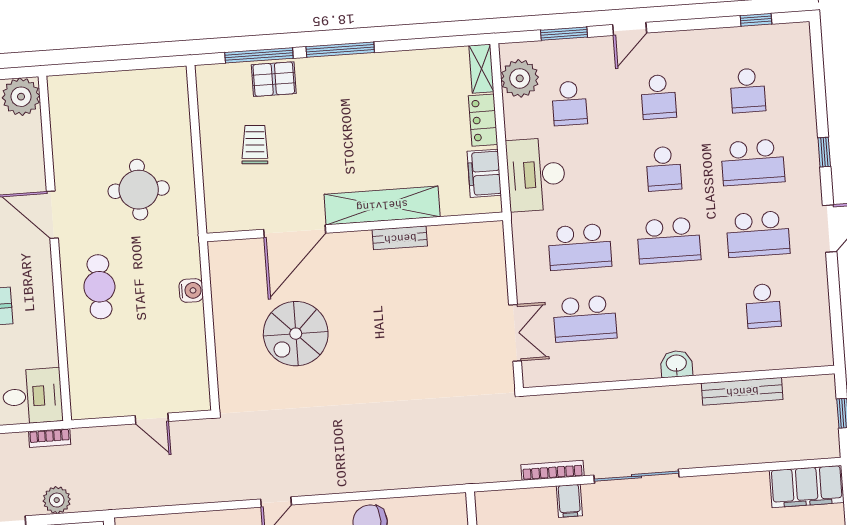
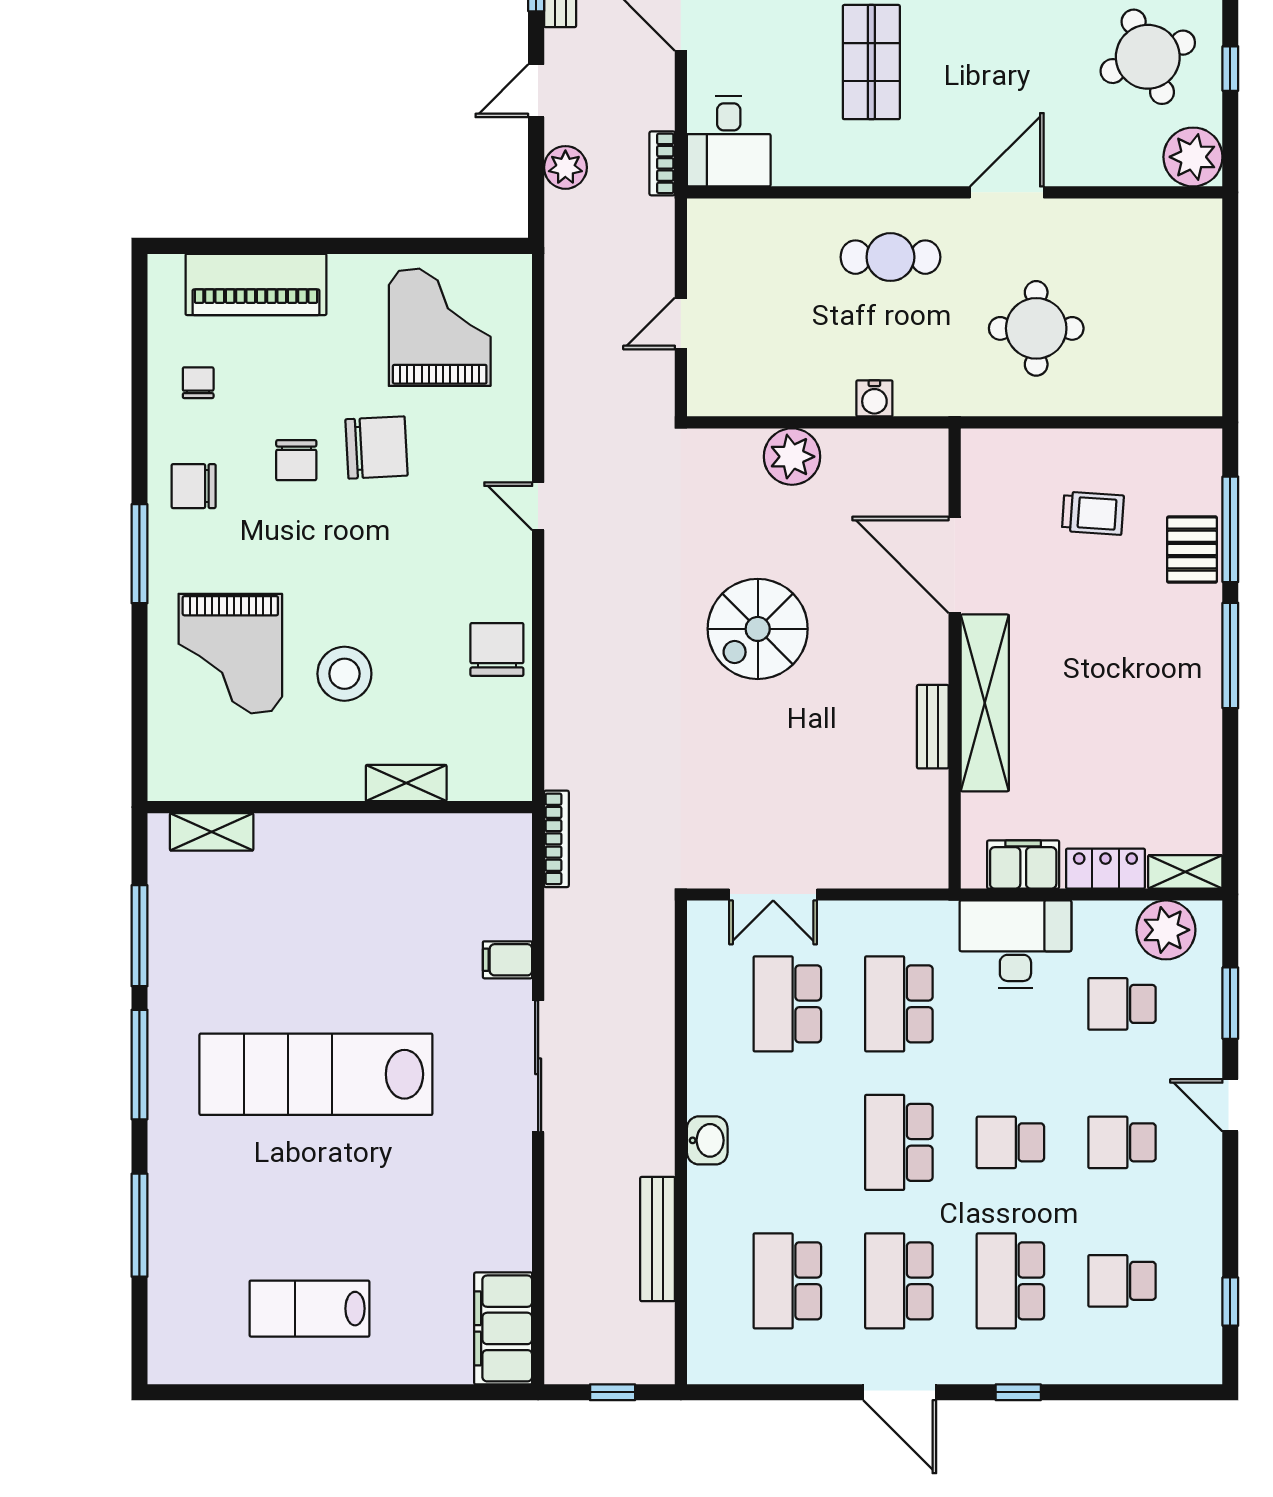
school desk: (763, 306) -> (787, 1281), width x1.85
spiral stairs: (296, 334) -> (758, 629), moved, turned -90
plant: (232, 341) -> (792, 457), added
bookcase: (552, 470) -> (556, 839), moved

